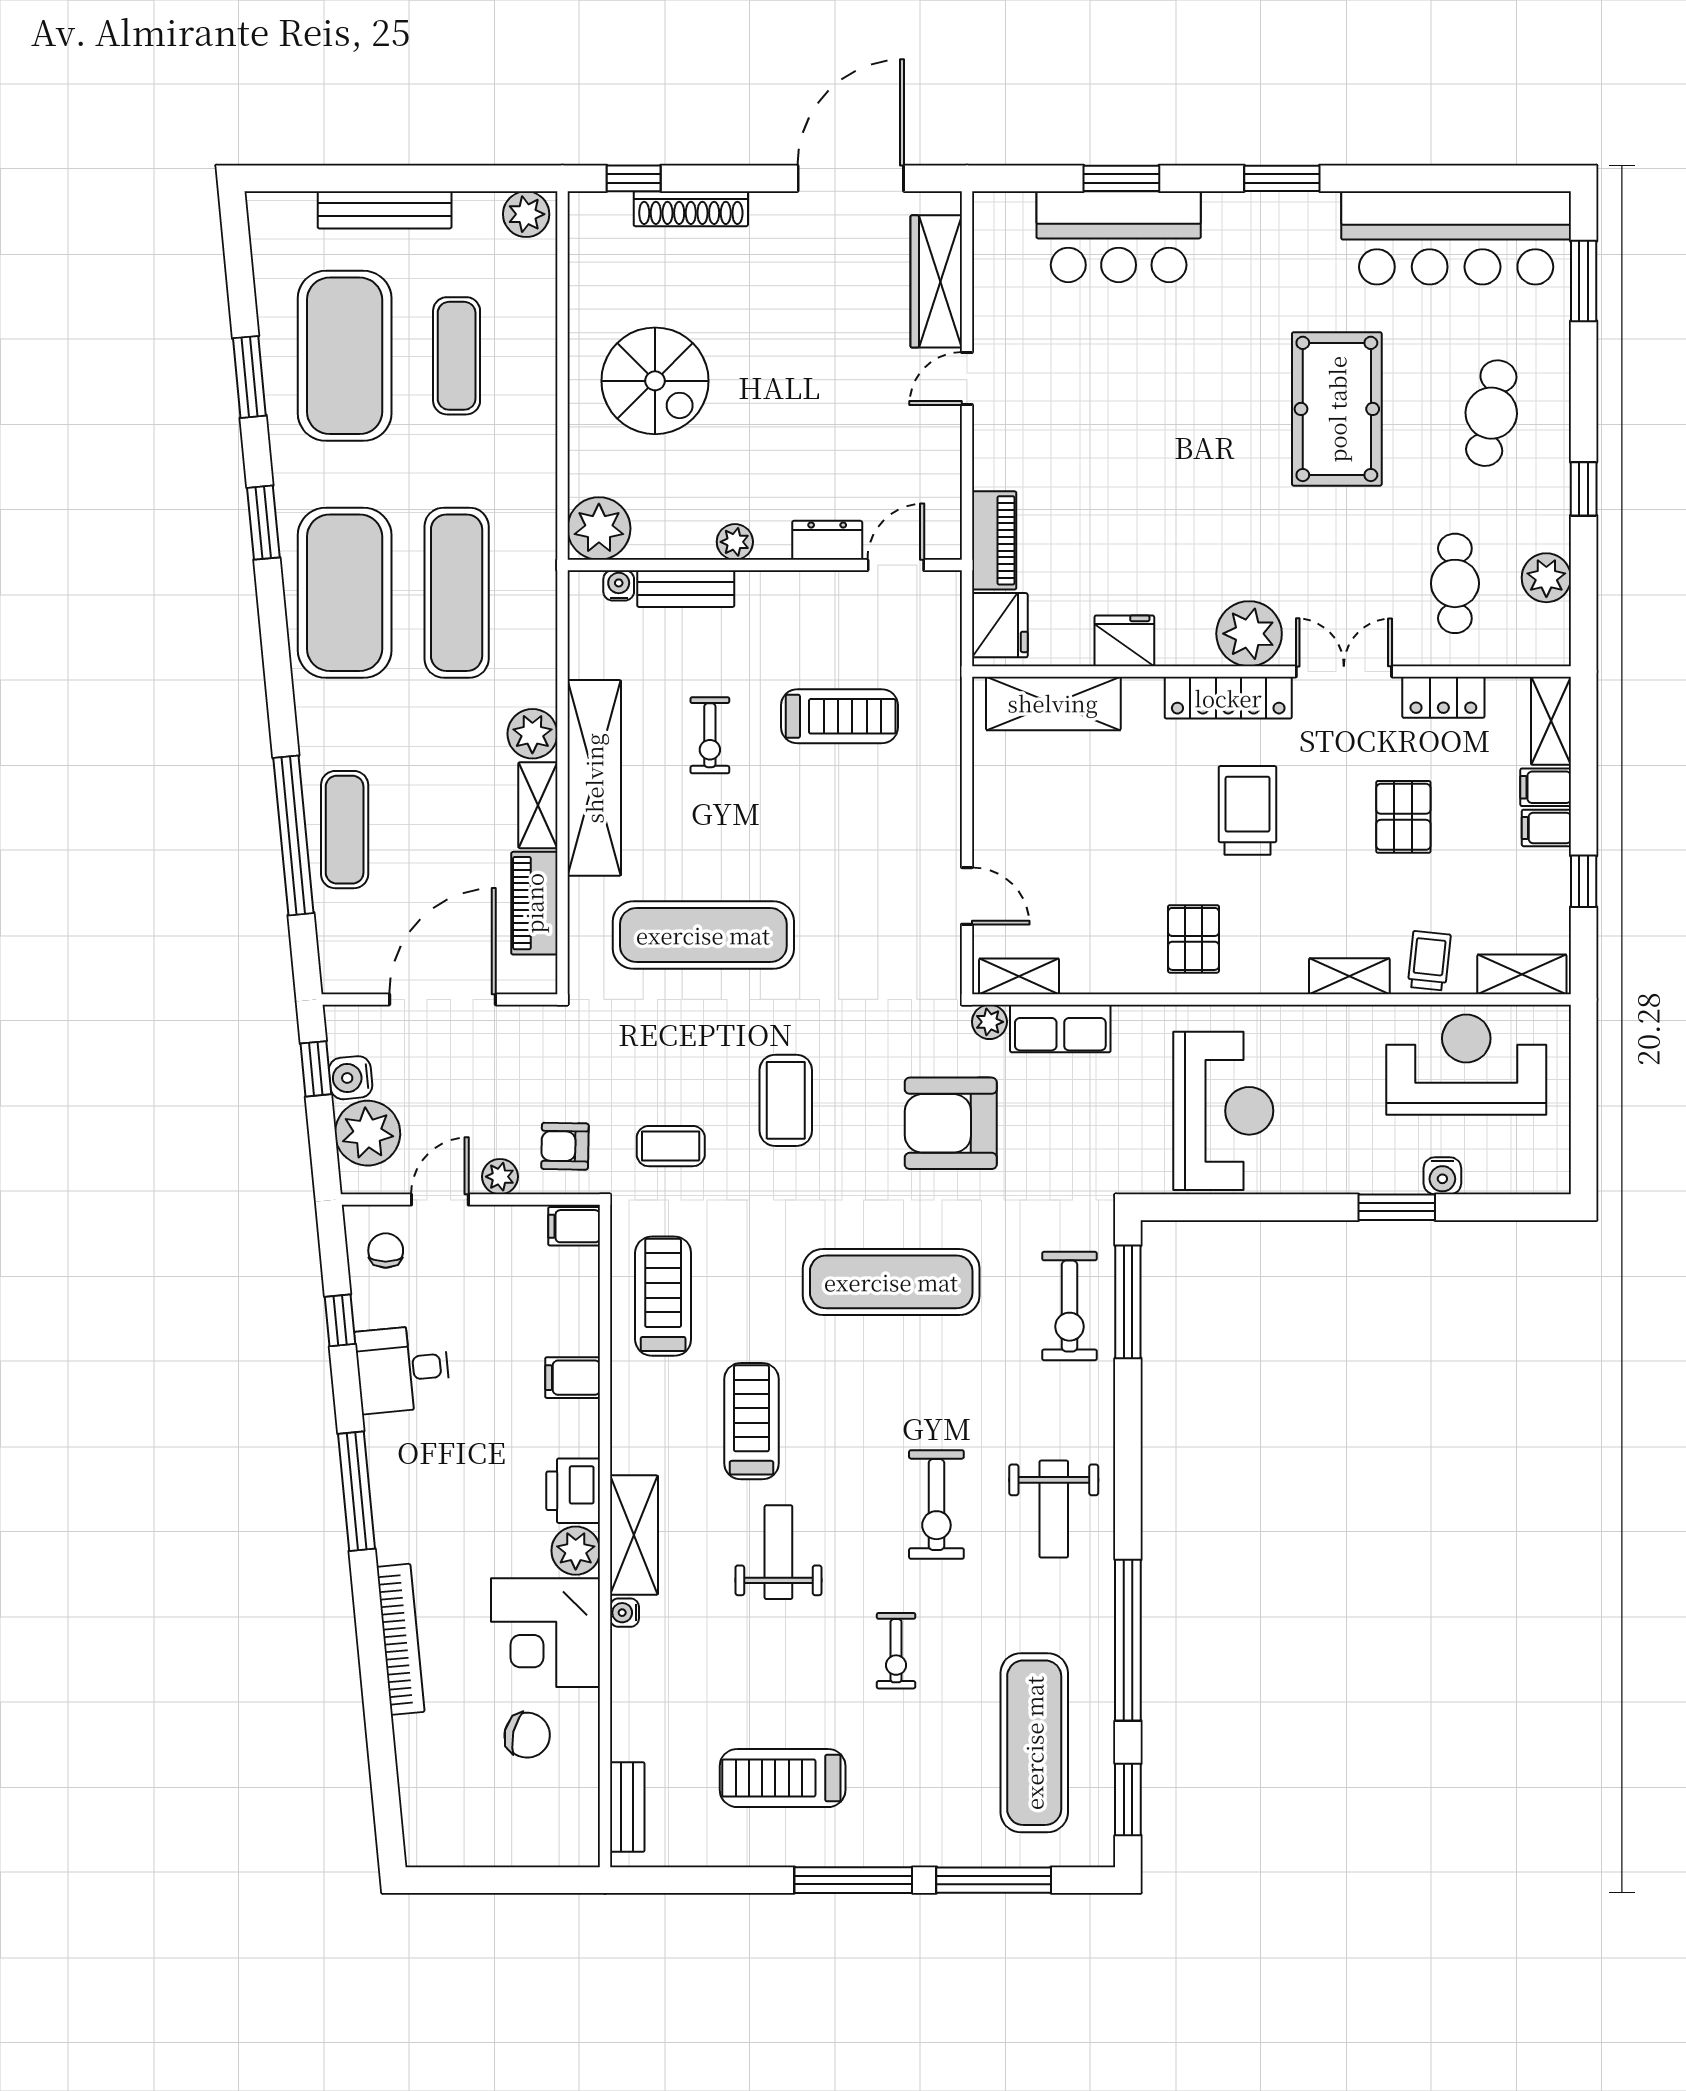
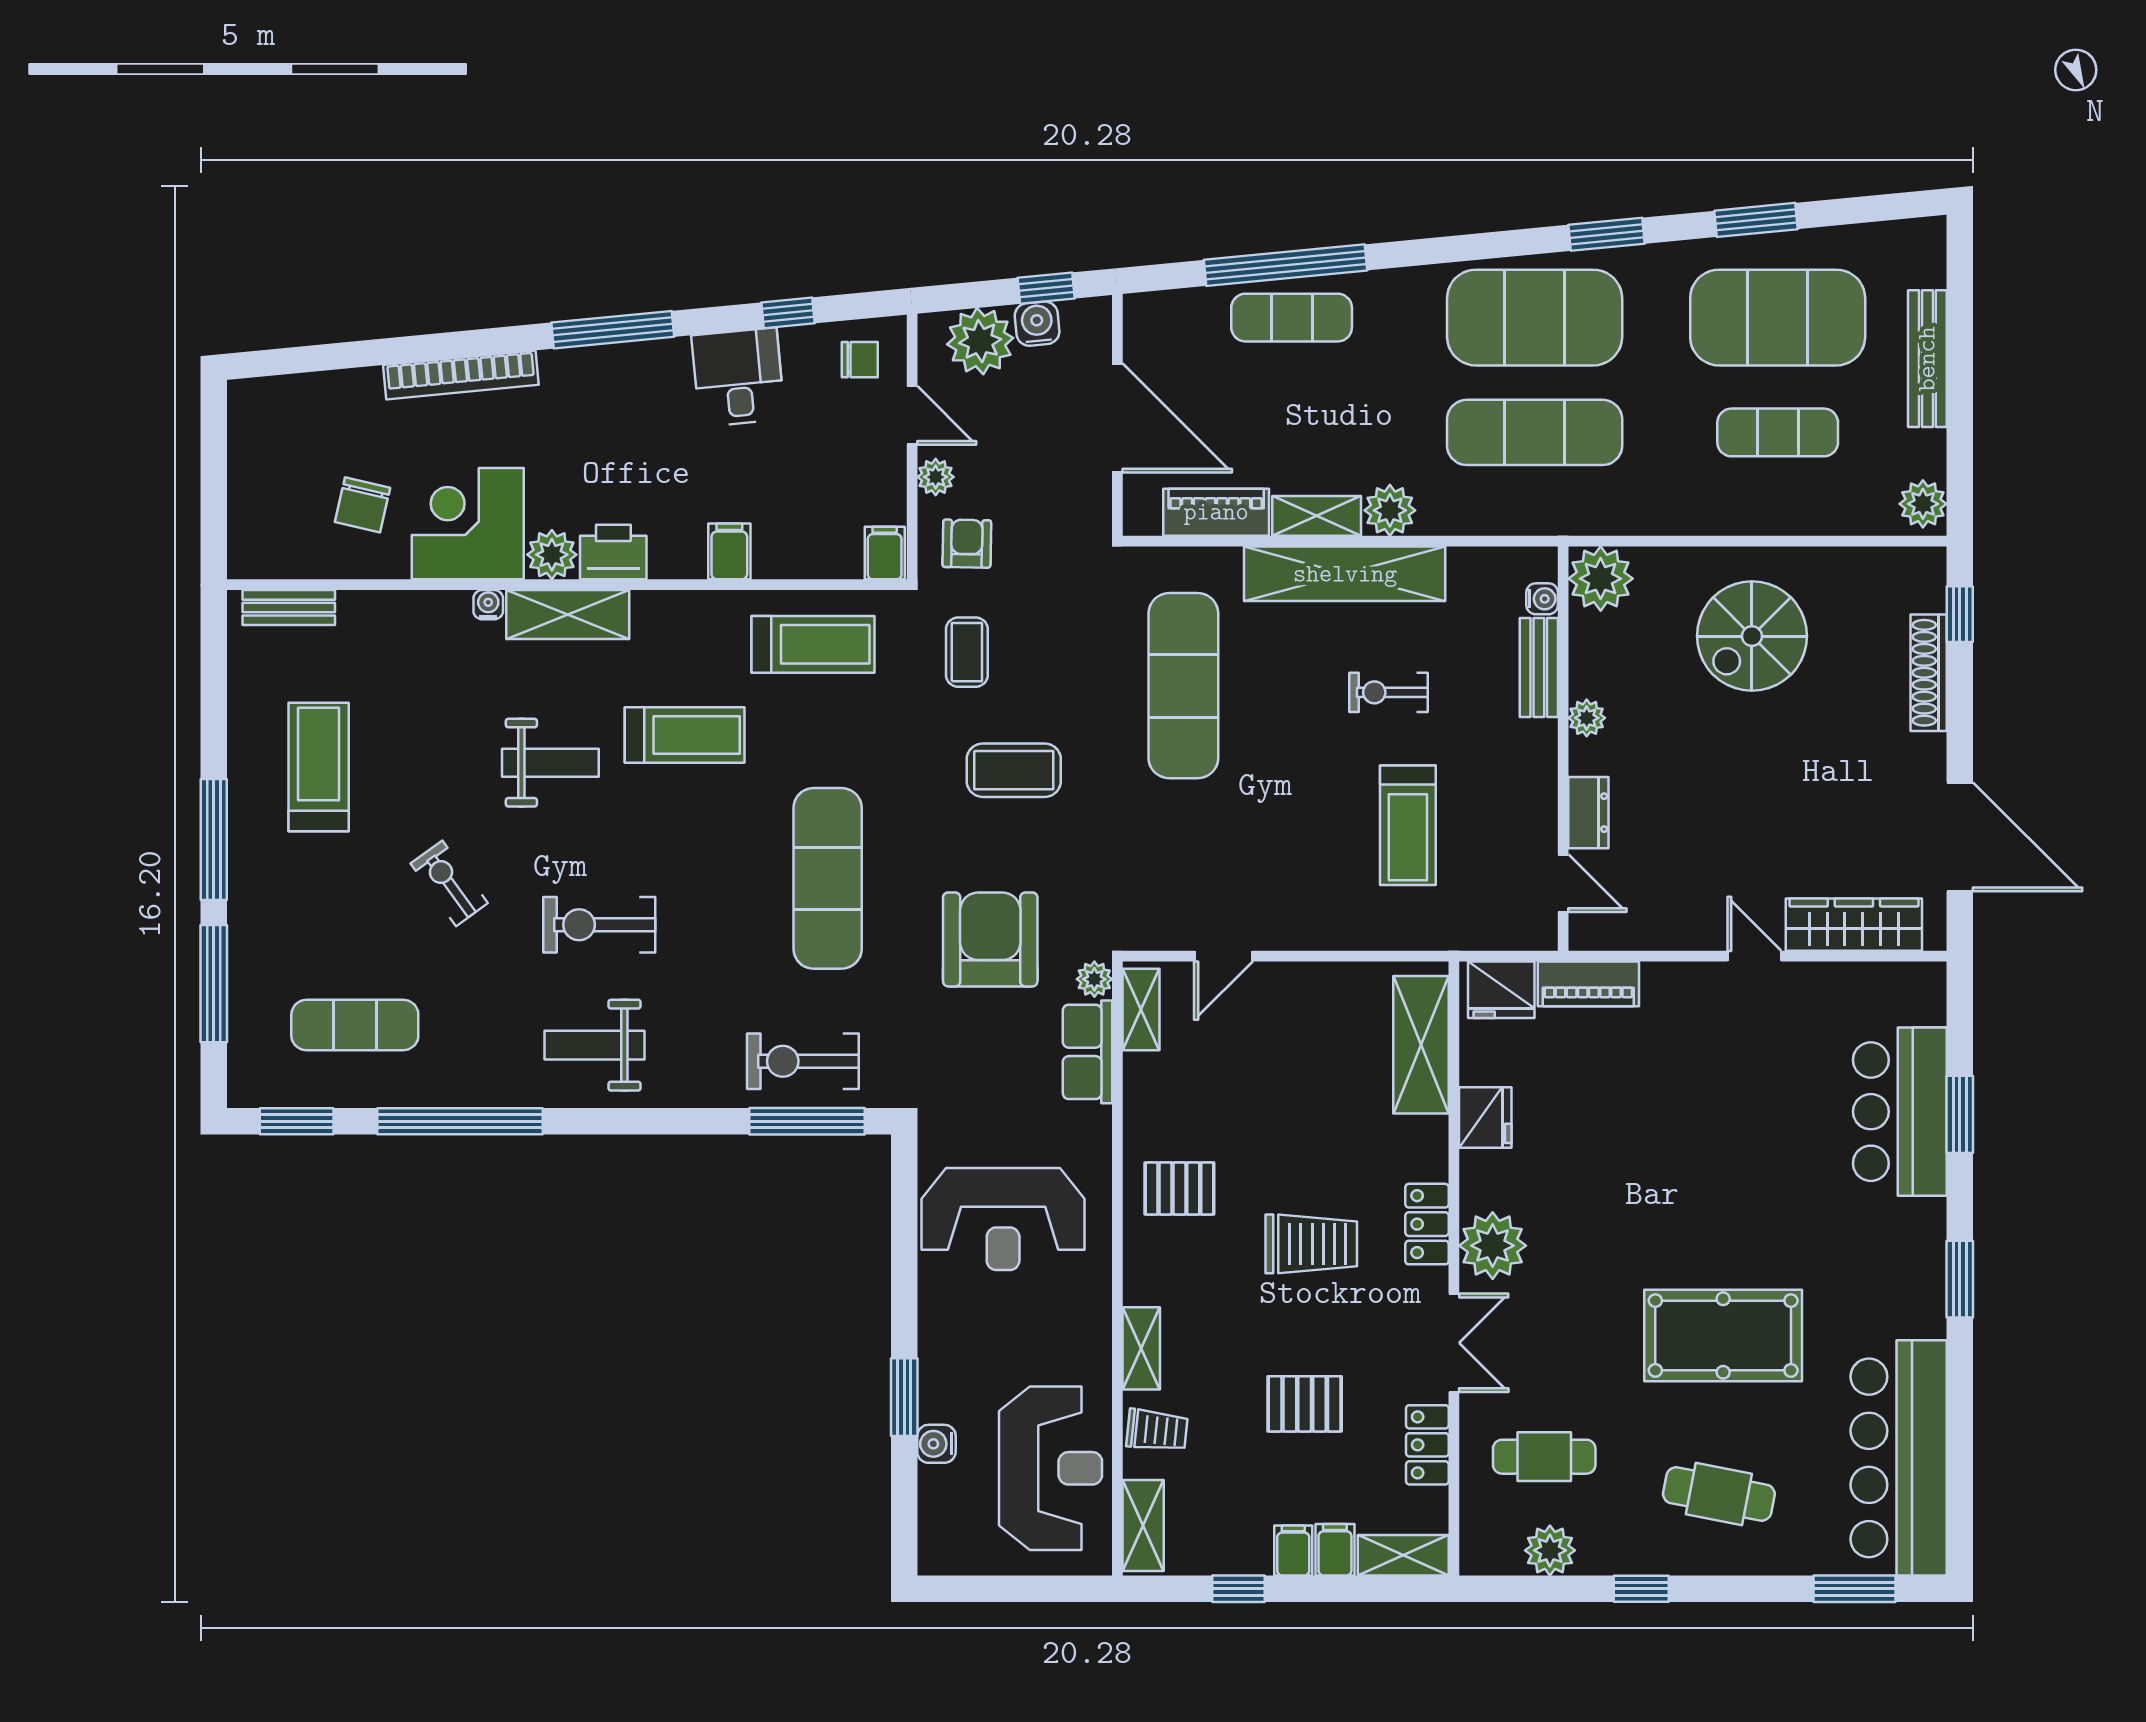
locker: (1228, 698) -> (1427, 1224), width x0.66
exercise bike: (896, 1651) -> (449, 883), turned 54
exercise mat: (1034, 1743) -> (355, 1025), width x0.73, depth x0.69

